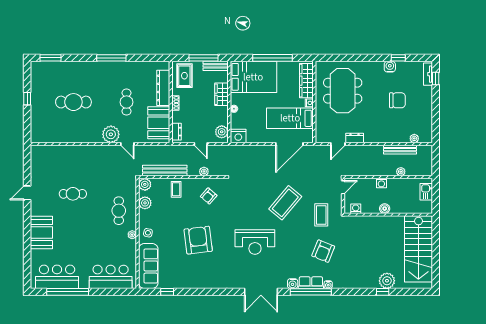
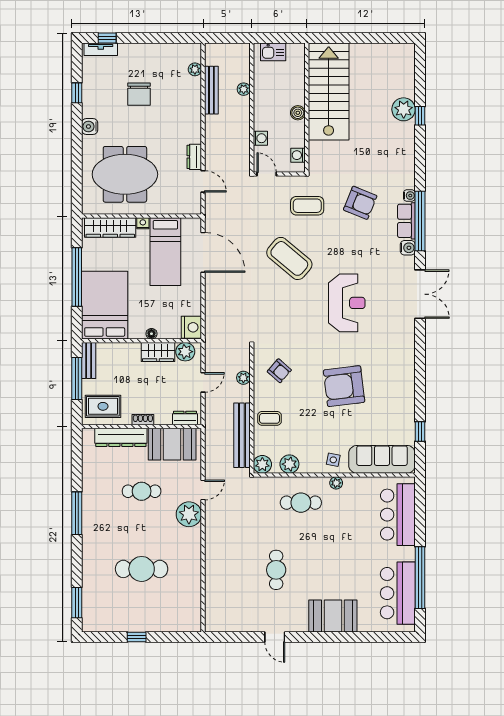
water cooler: (390, 67) -> (90, 126), moved
wardrobe: (221, 94) -> (158, 352), moved
chair: (397, 100) -> (139, 94), turned 180
cafe table: (73, 102) -> (142, 569), turned 90
washing machine: (381, 183) -> (260, 138), moved
stairs: (418, 249) -> (329, 91), moved, turned -90

